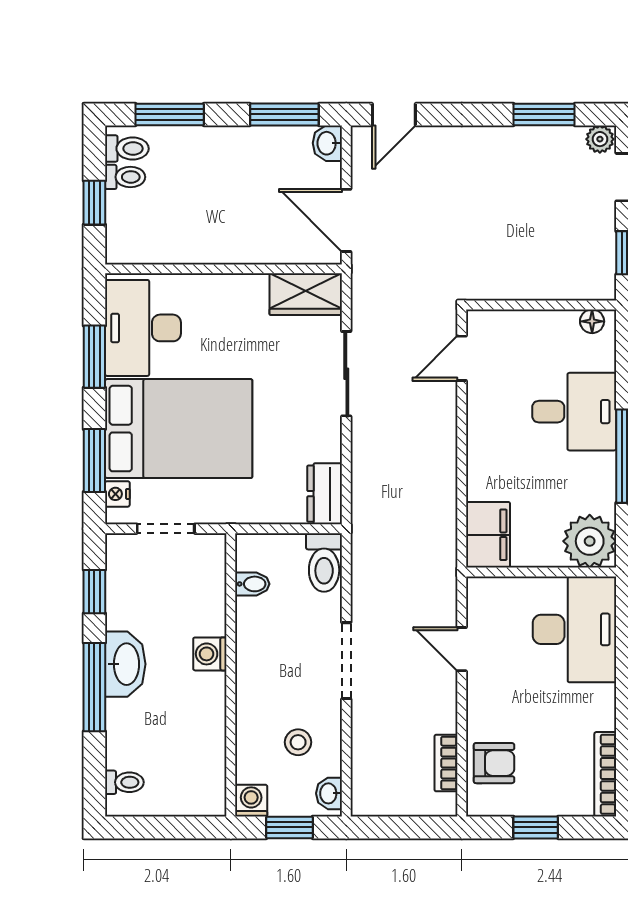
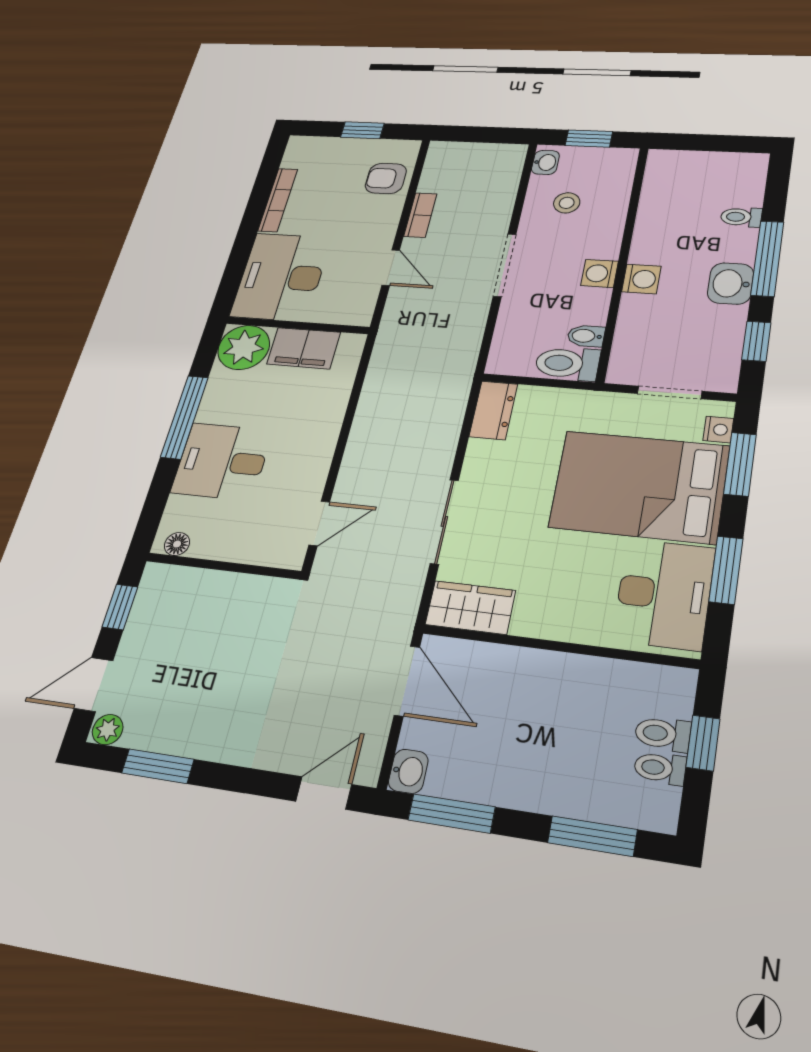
toilet: (127, 149) -> (663, 734), moved
filing cabinet: (488, 535) -> (304, 348), moved, turned -90
toilet: (324, 562) -> (567, 363), moved, turned -90
washbasin: (125, 664) -> (731, 284), width x0.72
bookcase: (446, 763) -> (420, 215), moved
bookcase: (605, 774) -> (278, 200), moved
toilet: (124, 782) -> (741, 217), moved
washing machine: (251, 801) -> (600, 273), moved, turned 90

